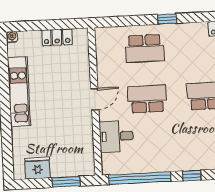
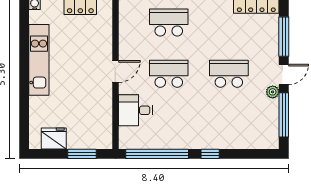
school desk: (145, 48) -> (169, 23), turned 180

